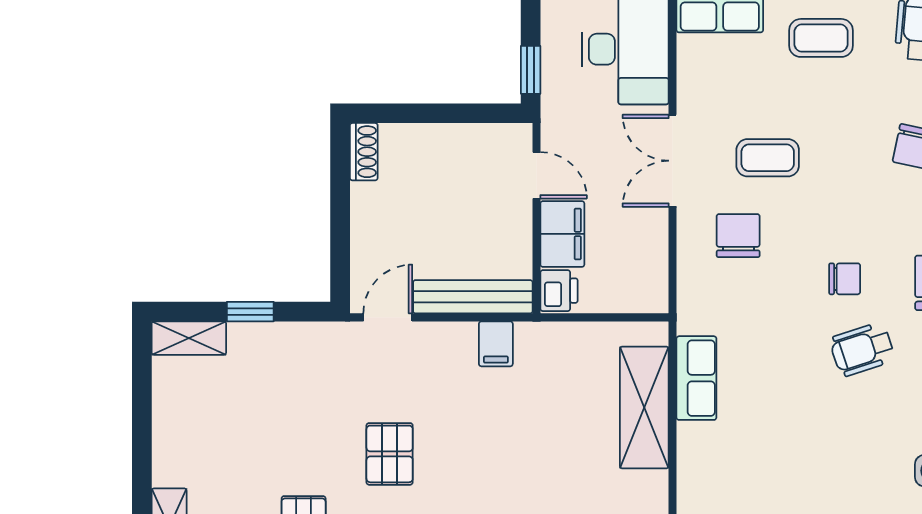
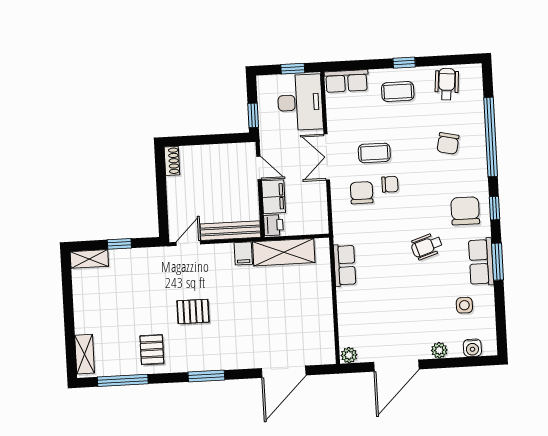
chair: (845, 279) -> (390, 184), moved
shelving: (644, 407) -> (284, 252), moved, turned 90
pallet: (390, 454) -> (193, 311), turned 90

